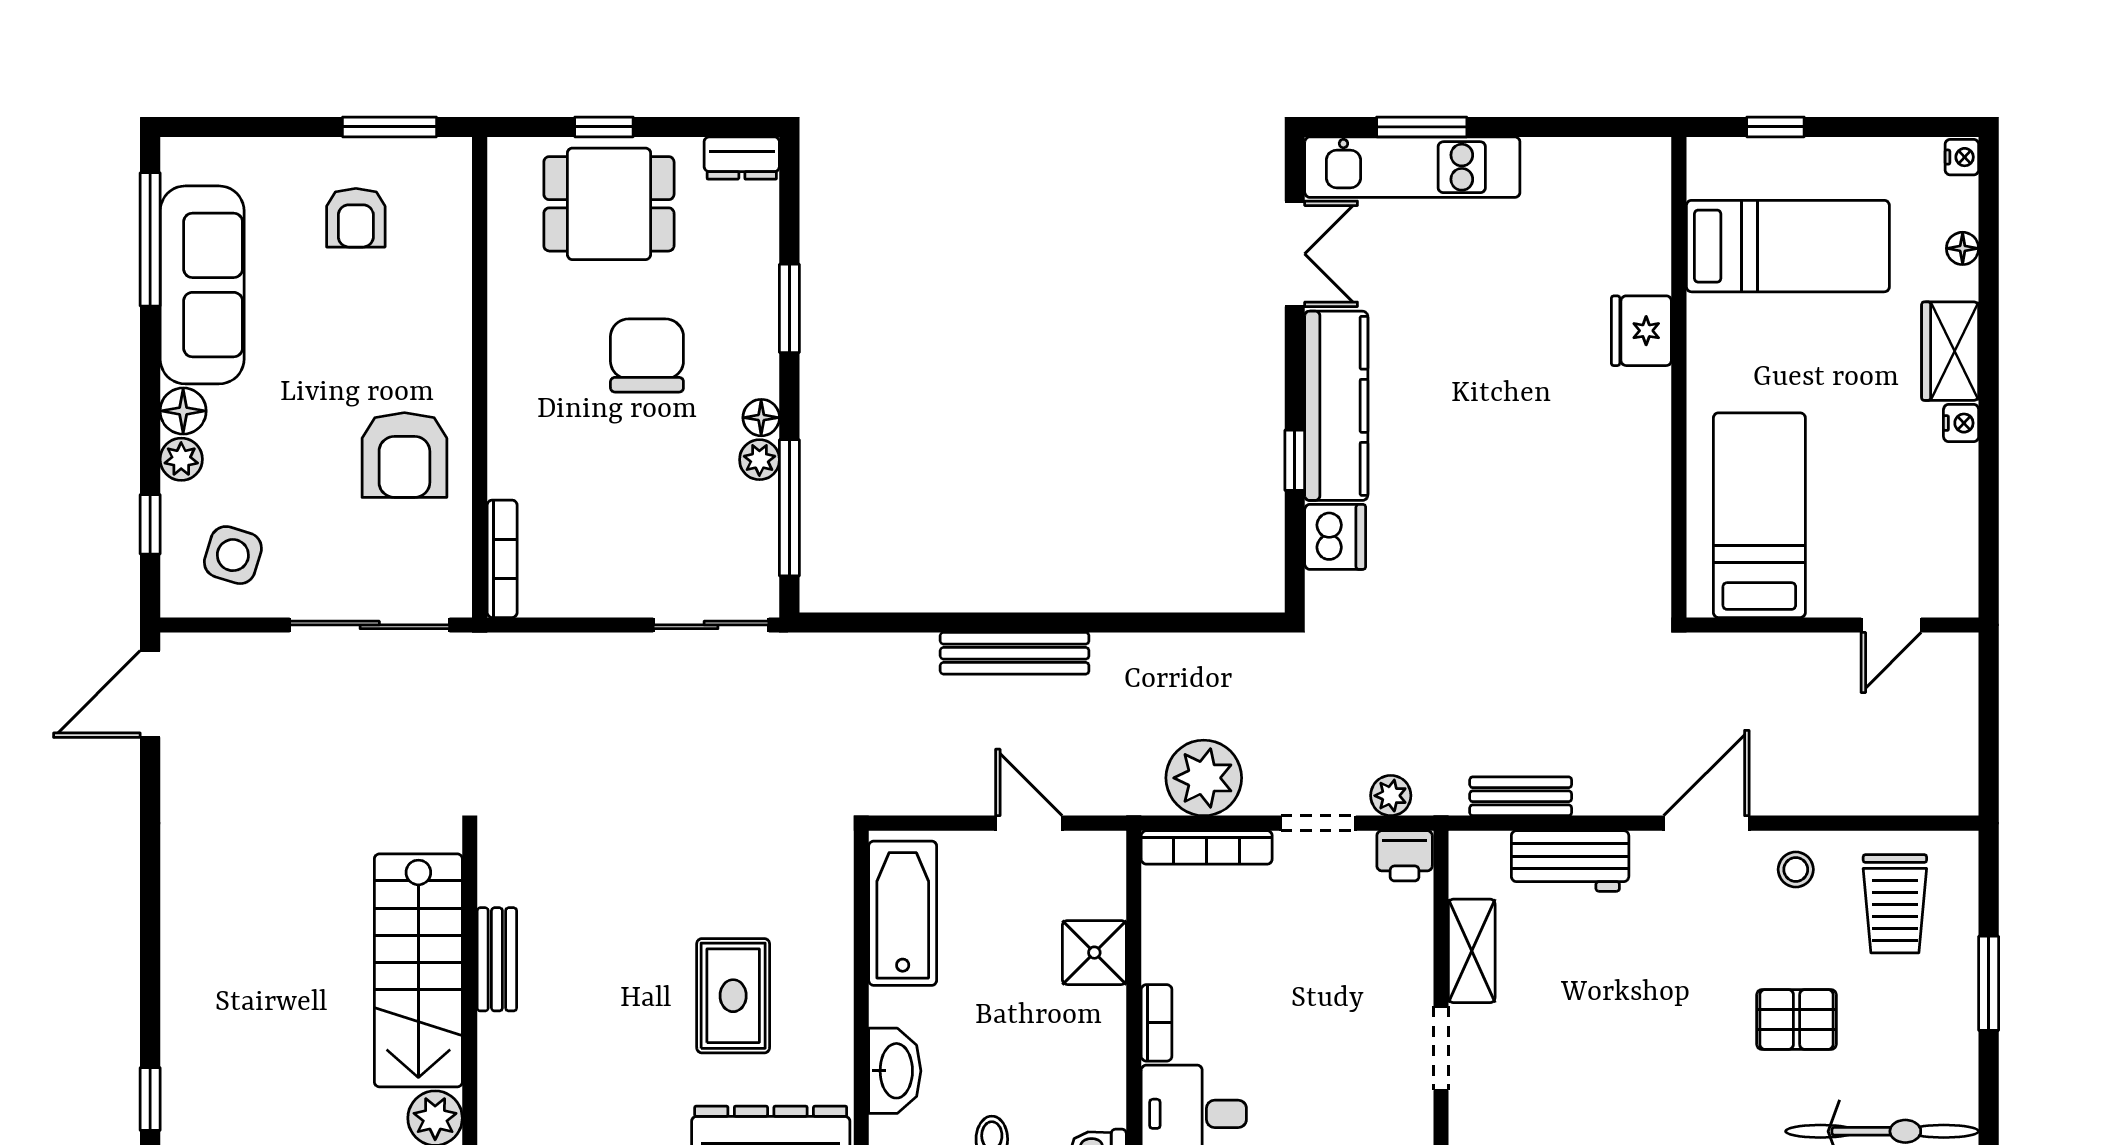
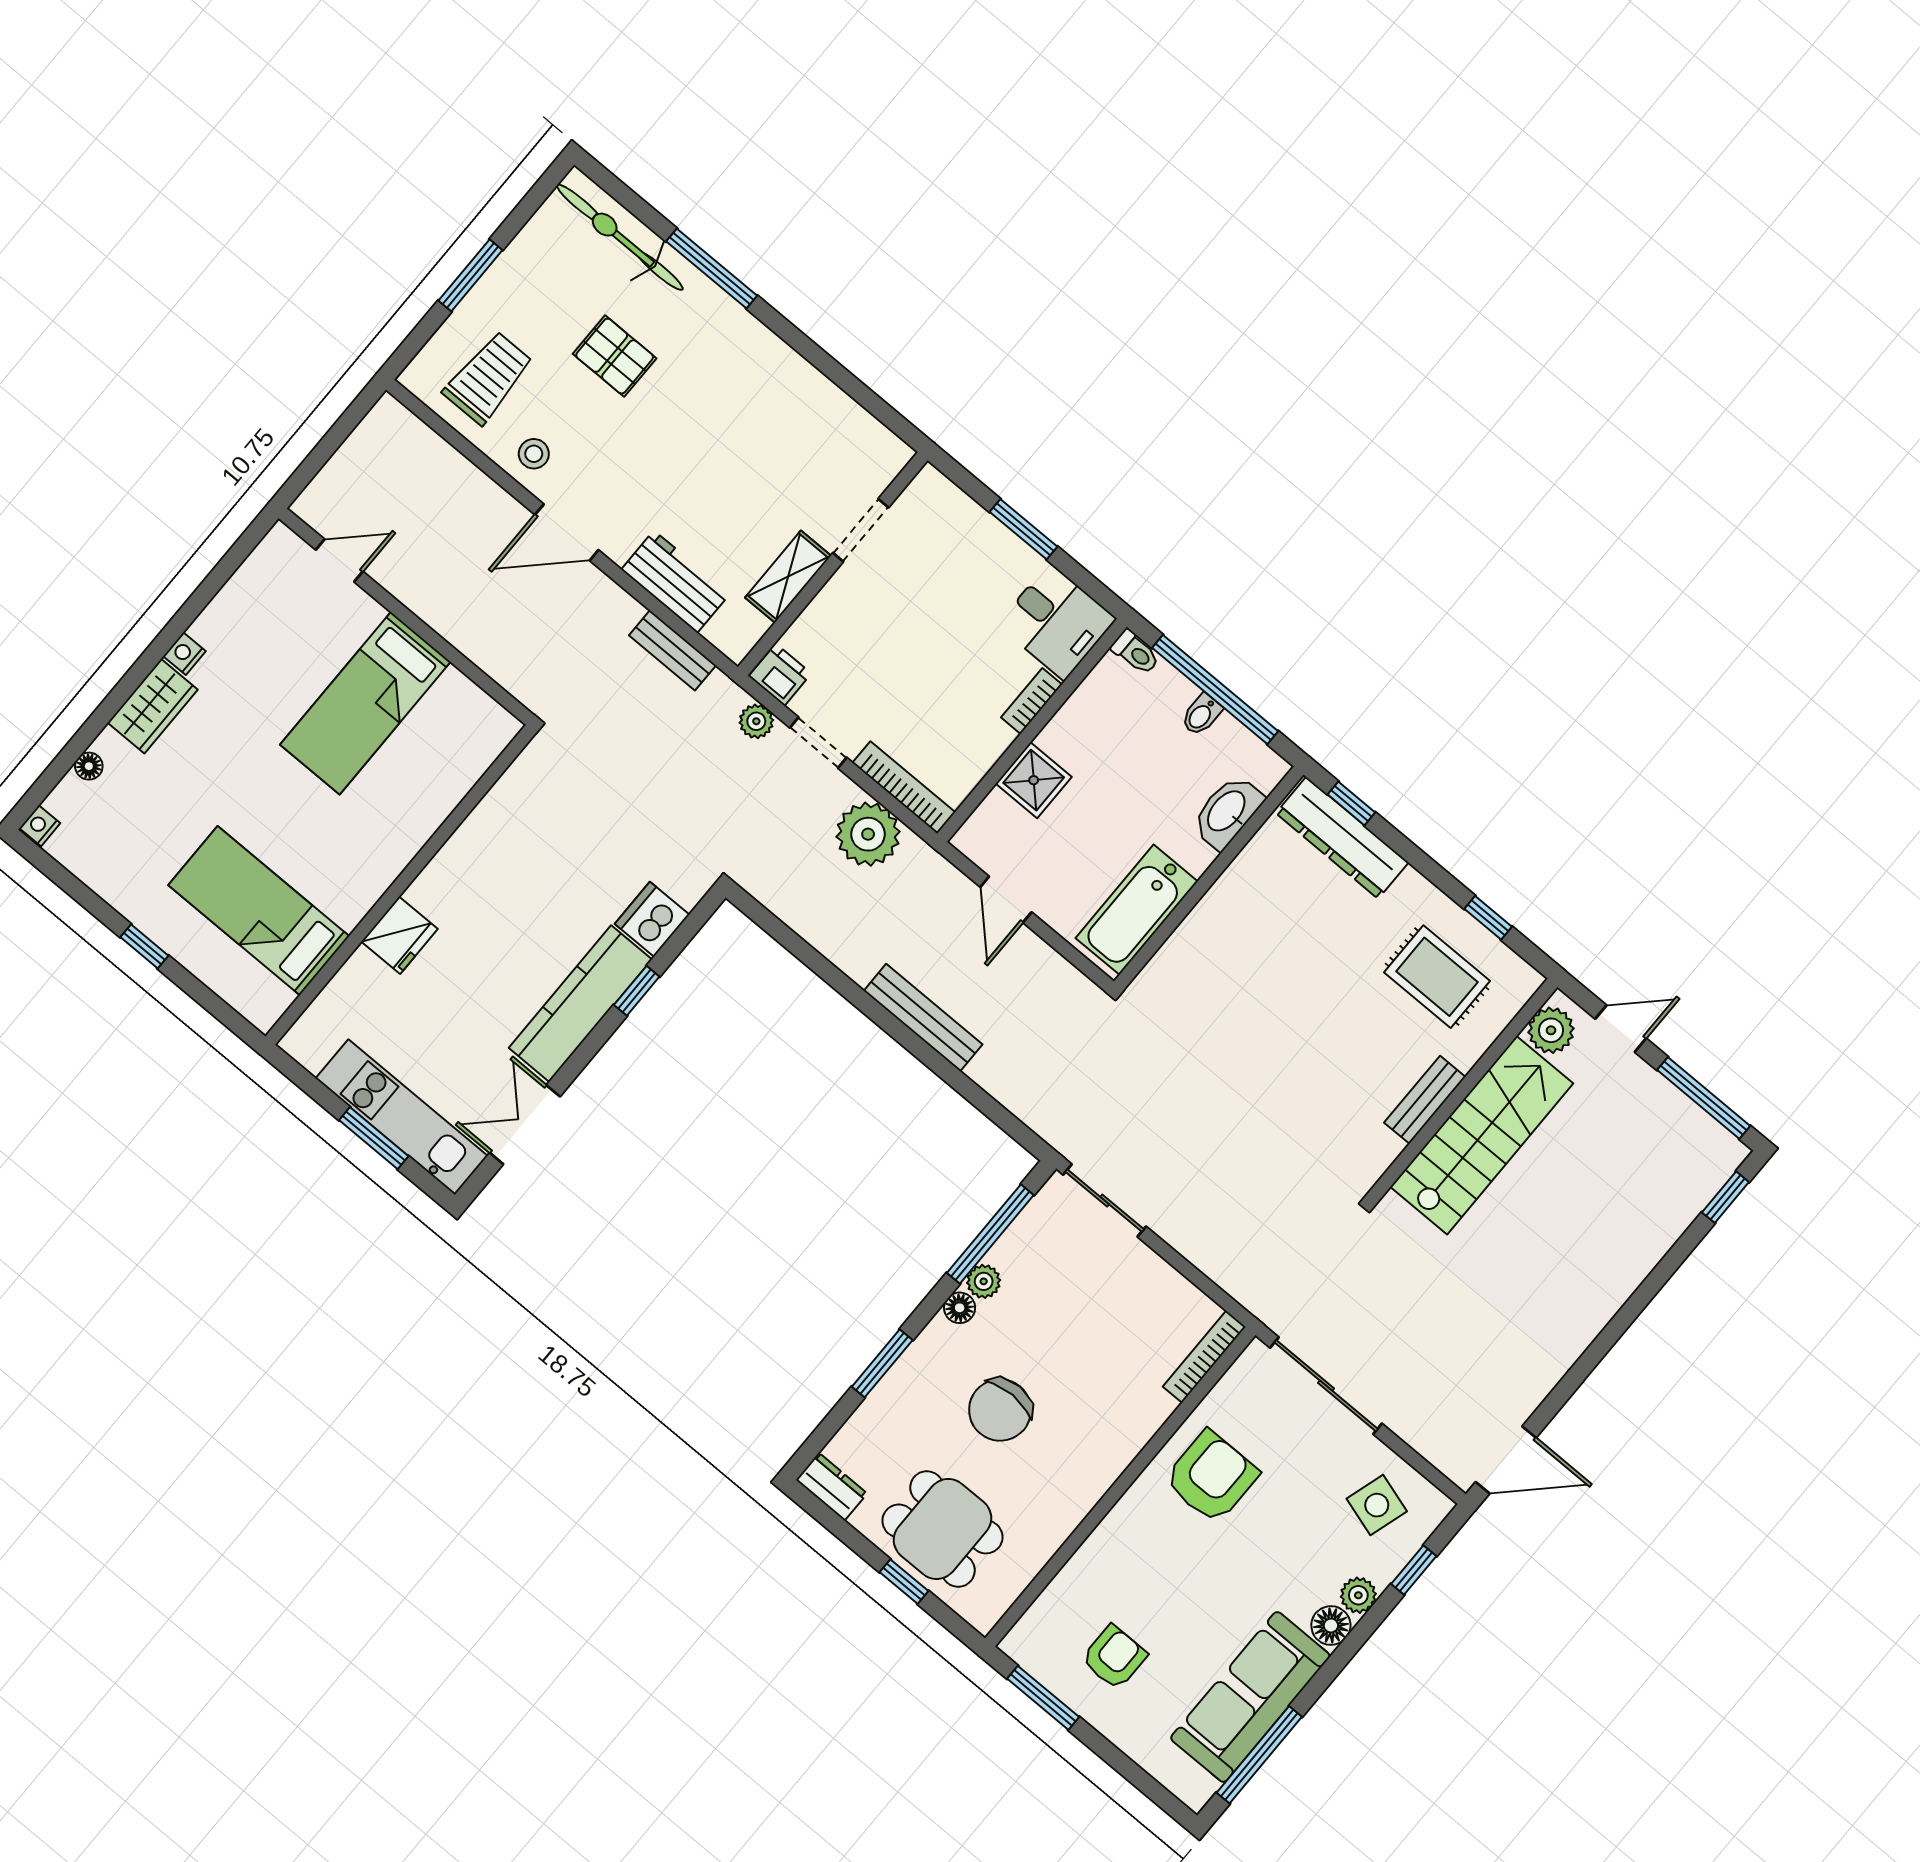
bed: (1788, 246) -> (259, 911), moved
fridge: (1641, 331) -> (400, 935), moved
wall: (1679, 377) -> (400, 885), moved
rug: (733, 996) -> (1437, 977), moved, turned 90

